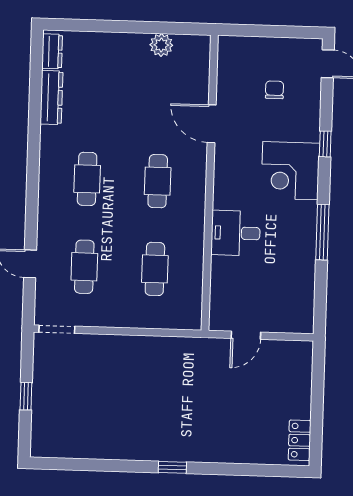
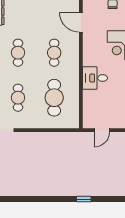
cafe table: (155, 269) -> (54, 98), width x1.37, depth x1.35
window: (172, 467) -> (84, 199), moved

